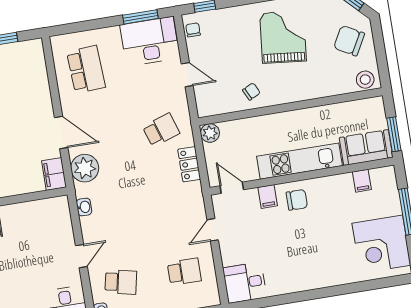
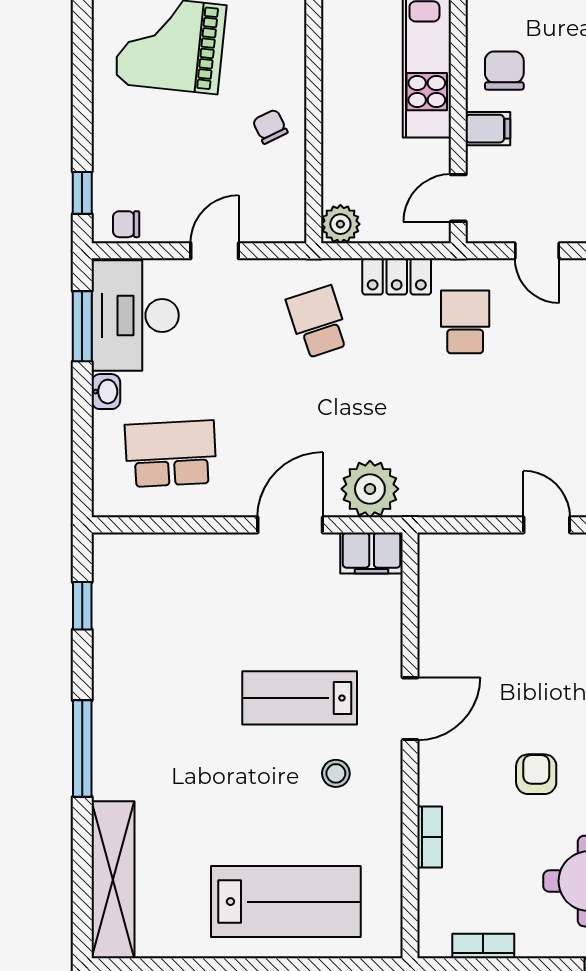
school desk: (173, 201) -> (465, 322), added
washbasin: (84, 207) -> (106, 392), moved, turned 90

